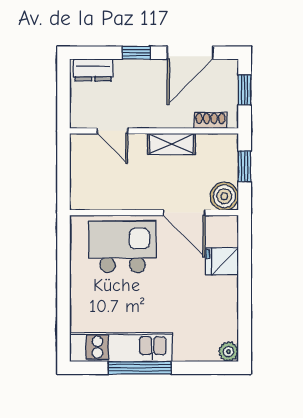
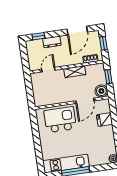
window: (136, 53) -> (38, 36), moved
dresser: (93, 70) -> (52, 42), moved
door: (112, 131) -> (48, 70), swing flipped
door: (184, 213) -> (85, 101), hinge flipped

